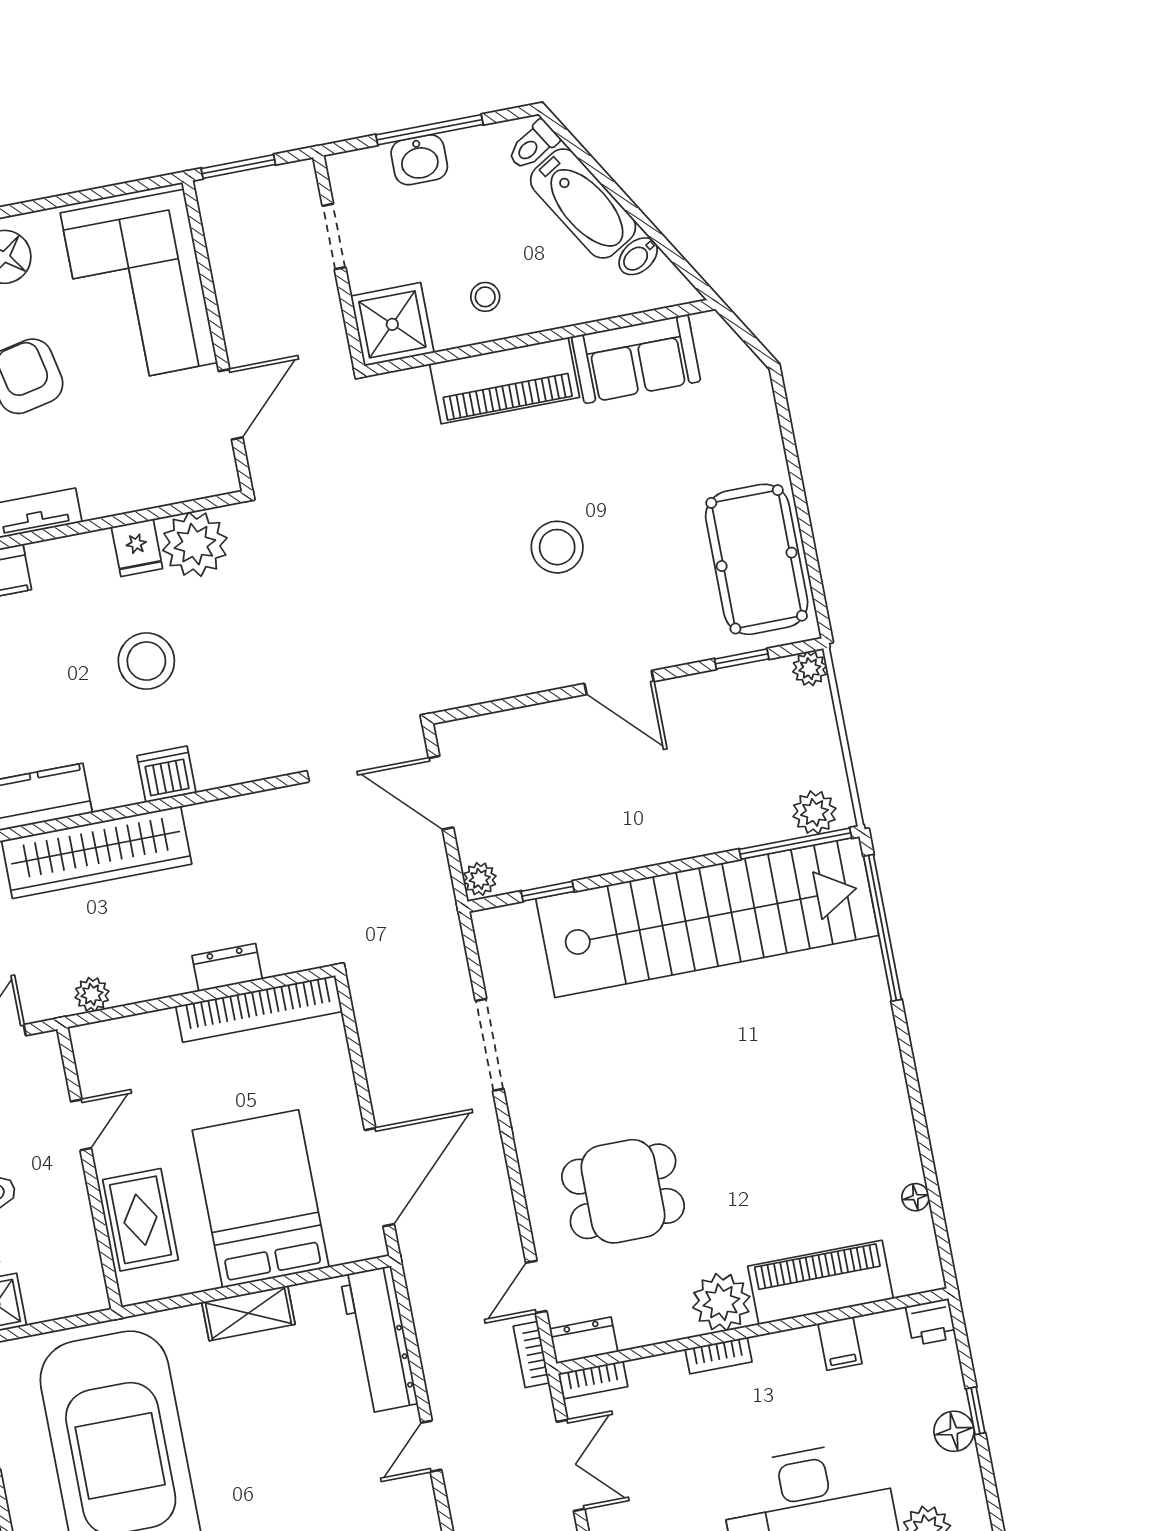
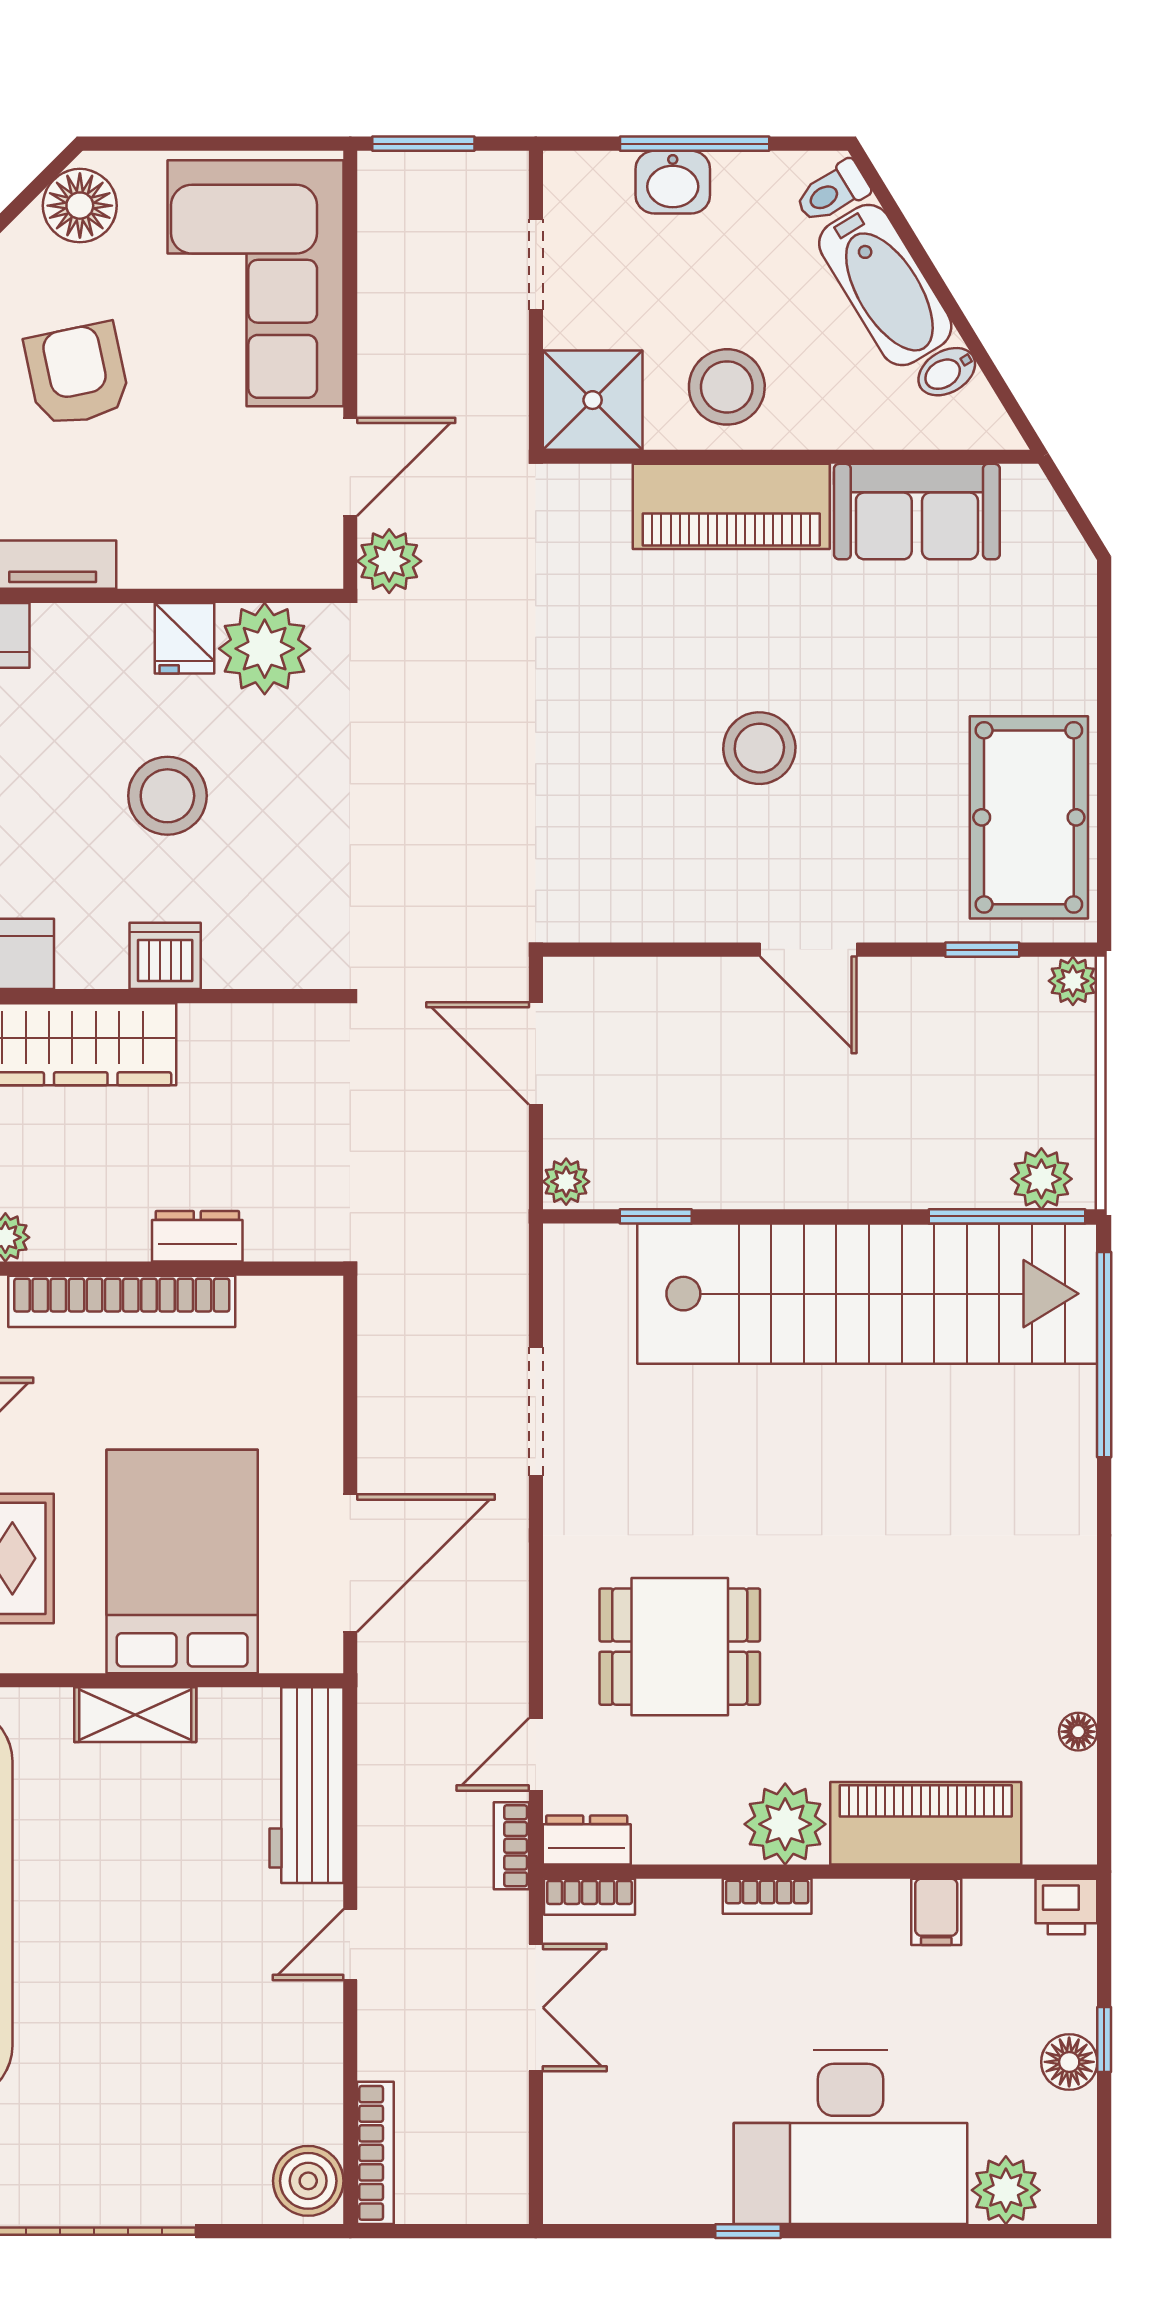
stool: (485, 297) -> (727, 387), width x1.89, depth x1.89
plant: (271, 466) -> (389, 561), added
bookcase: (259, 1009) -> (122, 1301), moved

